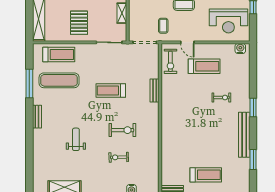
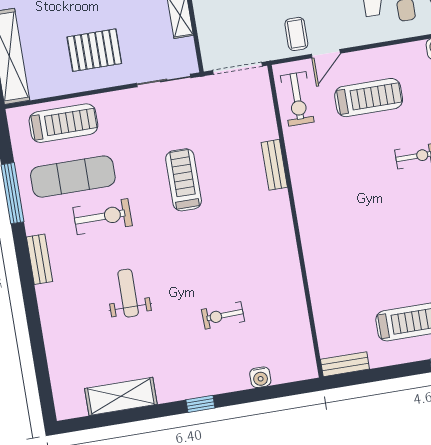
pallet: (79, 23) -> (94, 50), turned 90
coffee table: (163, 26) -> (296, 34), moved
door: (187, 42) -> (326, 54), hinge flipped
treadmill: (111, 90) -> (184, 180), turned 90
exercise bike: (122, 130) -> (103, 217), moved

